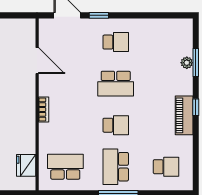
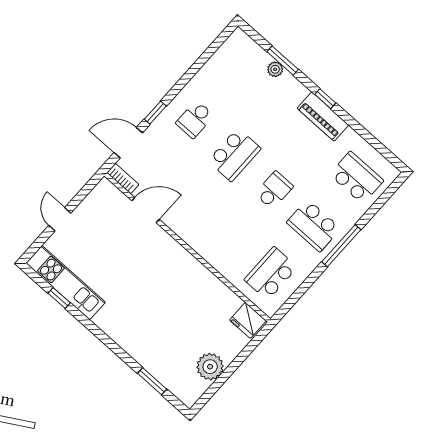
school desk: (116, 42) -> (195, 119), turned 180
bookcase: (44, 109) -> (123, 179), moved
fridge: (26, 165) -> (248, 320), moved
school desk: (166, 167) -> (356, 178), width x1.85

